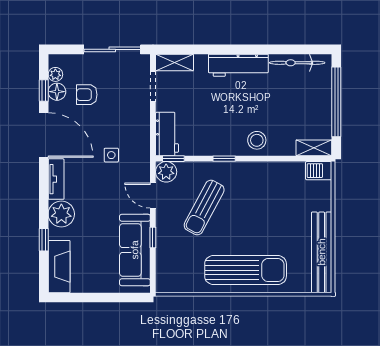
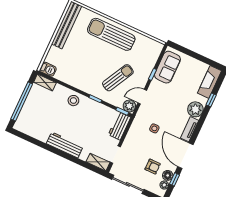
bicycle: (297, 63) -> (33, 132), removed
door: (153, 196) -> (142, 97), swing flipped
sofa: (135, 250) -> (167, 67), width x0.73

